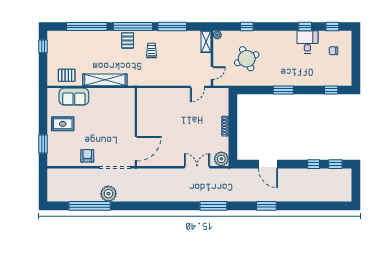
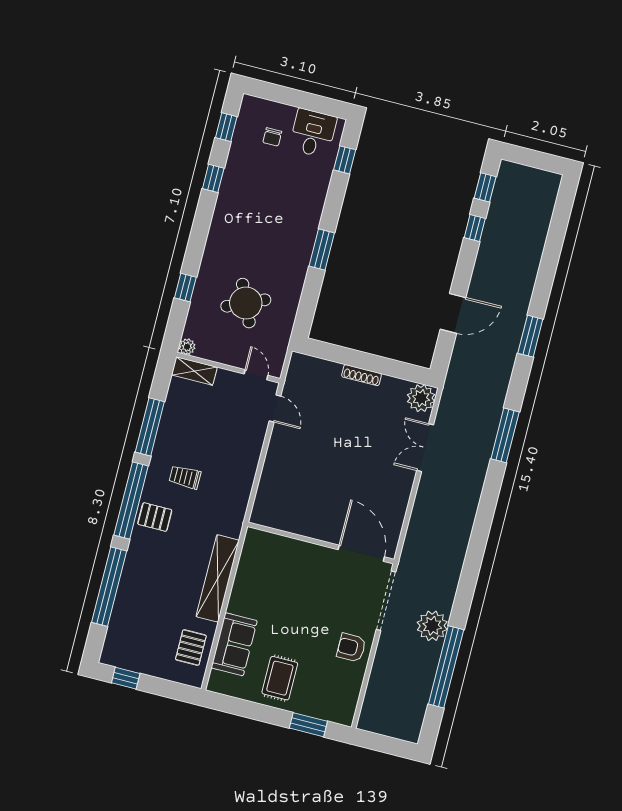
desk: (307, 42) -> (313, 133), moved, turned 90

